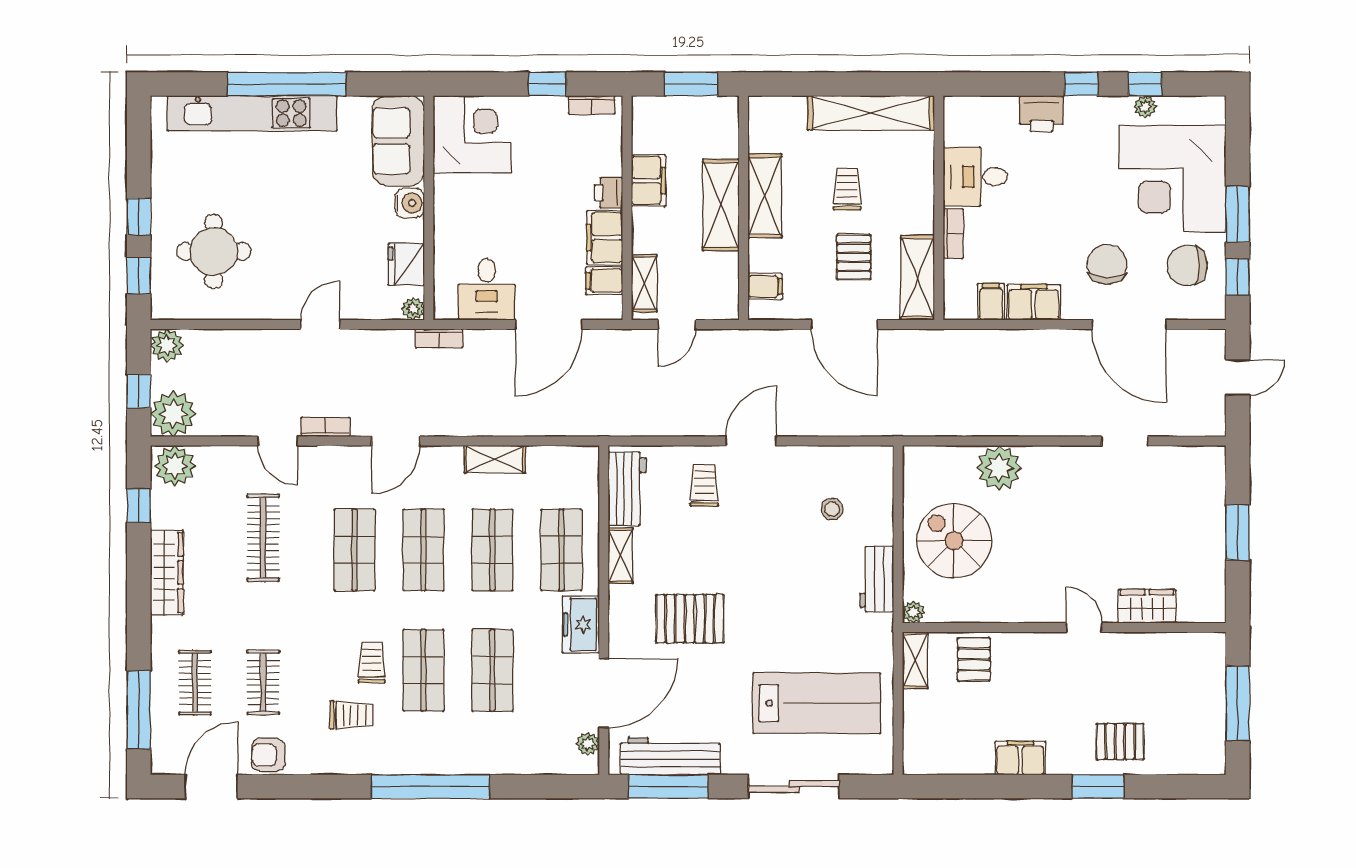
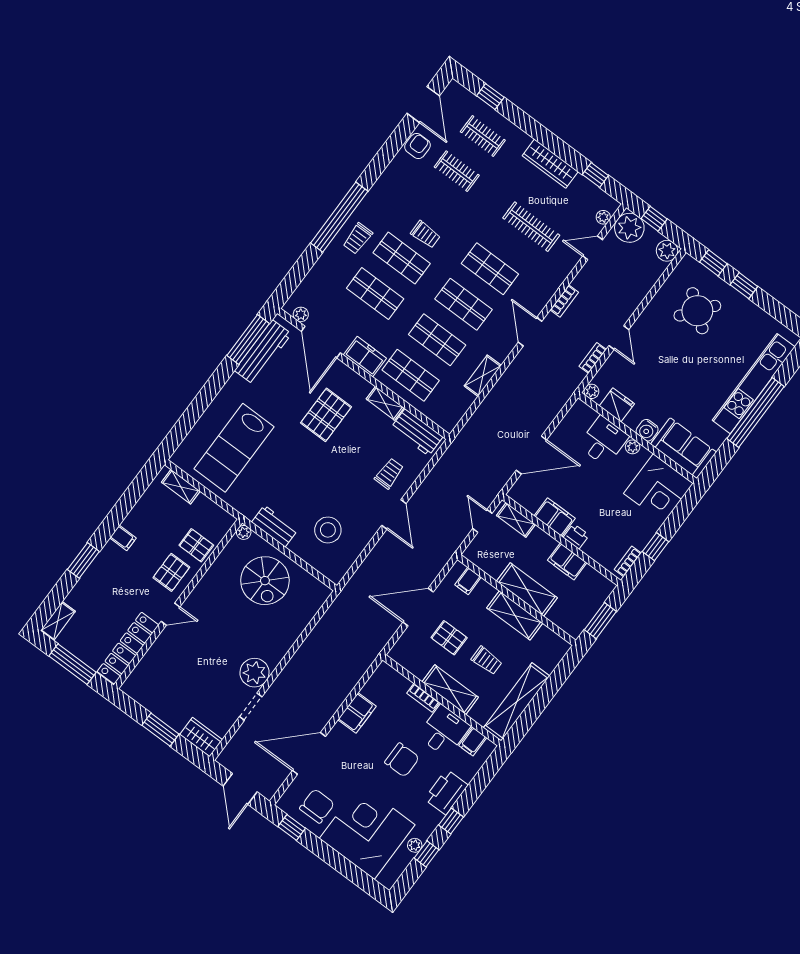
printer: (1041, 113) -> (446, 792), width x1.37, depth x1.19
plant: (444, 206) -> (633, 447), added
window: (1238, 214) -> (324, 852), removed
round table: (214, 251) -> (697, 311), turned 38
chair: (1107, 264) -> (402, 760), moved
shelving: (918, 278) -> (450, 690), moved
filing cabinet: (604, 281) -> (533, 500), removed
desk: (487, 289) -> (603, 441), moved, turned 90
filing cabinet: (991, 302) -> (473, 742), moved, turned 90
door: (549, 324) -> (531, 455), swing flipped
bookcase: (439, 338) -> (593, 358), moved
door: (1238, 378) -> (240, 789), width x1.38
door: (278, 441) -> (593, 248), moved
plant: (175, 466) -> (603, 217), width x0.53, depth x0.53
plant: (999, 468) -> (255, 673), moved
trolley: (704, 485) -> (389, 473), turned -90
stool: (832, 509) -> (328, 530), width x1.89, depth x1.89
spiral stairs: (954, 541) -> (265, 581), turned 90
wardrobe: (1147, 606) -> (201, 737), moved, turned -90
locker: (1166, 649) -> (128, 648), added
shelving: (915, 660) -> (181, 487), moved
window: (139, 710) -> (490, 97), width x0.46
trolley: (352, 715) -> (358, 238), moved
pallet: (1120, 742) -> (171, 572), moved
filing cabinet: (1020, 758) -> (123, 538), width x0.50
shelving: (1197, 762) -> (58, 621), added
sliding door: (794, 786) -> (200, 404), removed

